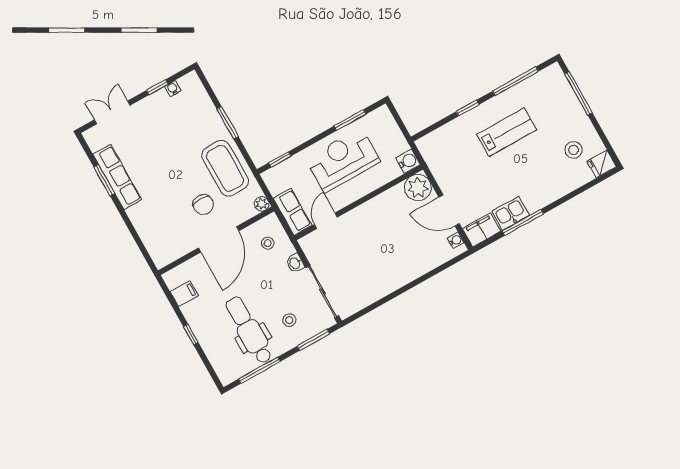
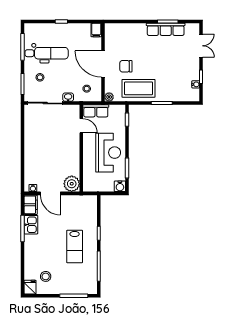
water cooler: (408, 161) -> (120, 186), moved
door: (449, 210) -> (50, 193), swing flipped
filing cabinet: (184, 294) -> (96, 30), moved

